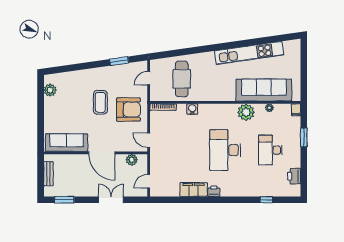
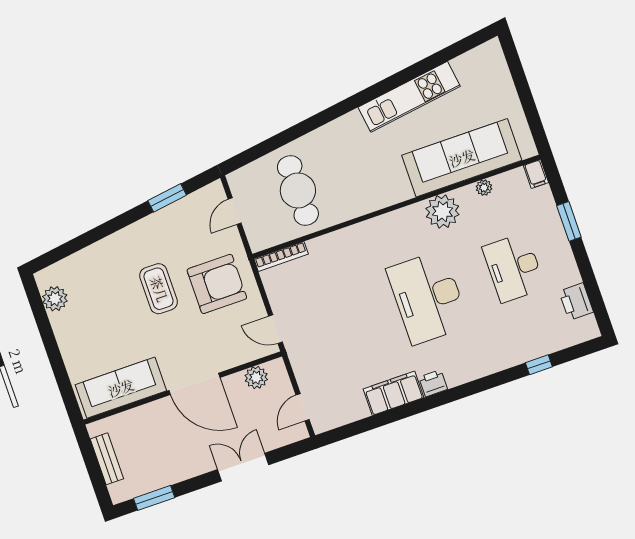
kitchen unit: (249, 53) -> (409, 97), width x0.73
water cooler: (192, 109) -> (338, 241), removed

